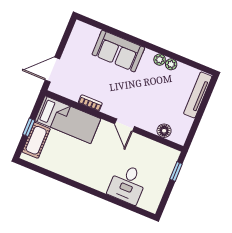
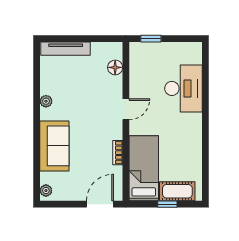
plant: (171, 64) -> (46, 191), moved
door: (52, 70) -> (100, 204), swing flipped
desk: (128, 184) -> (183, 88), width x1.37

